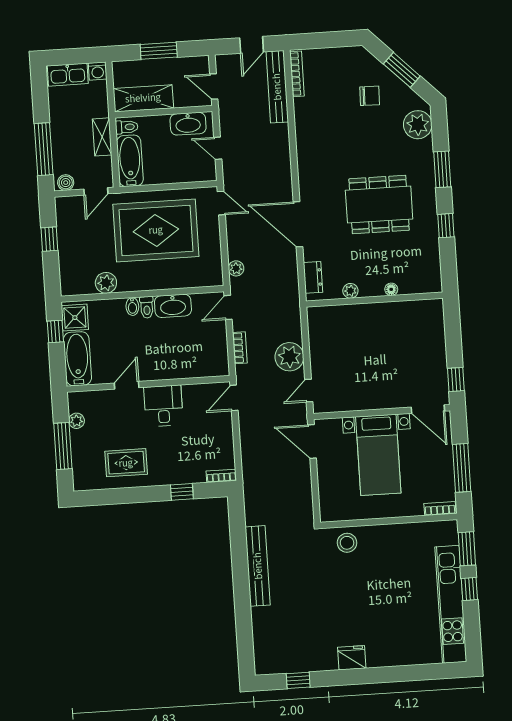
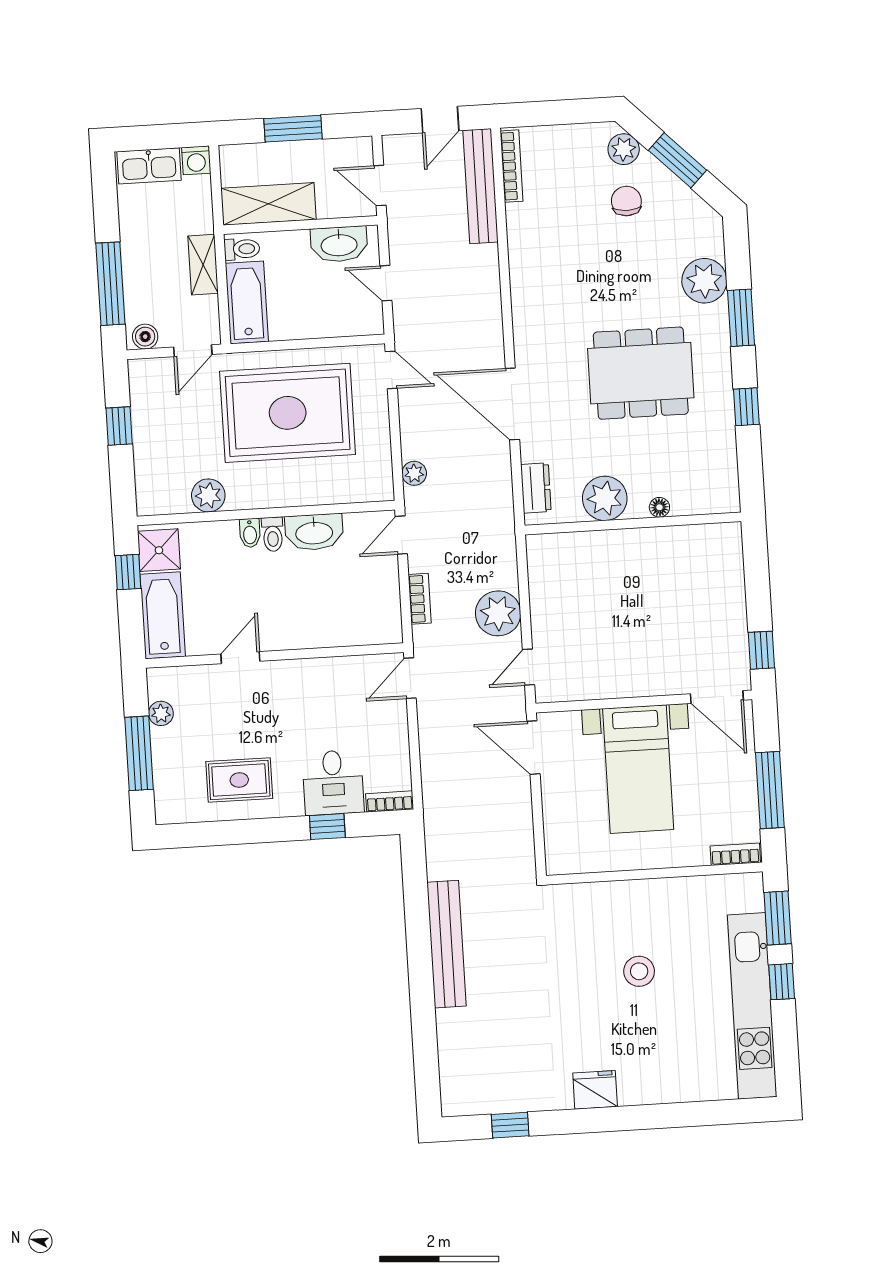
plant: (368, 63) -> (624, 149), added
chair: (370, 96) -> (626, 201), turned -91
plant: (418, 125) -> (704, 281), moved
plant: (350, 291) -> (605, 498), width x1.88, depth x1.88
desk: (163, 406) -> (333, 783), moved, turned 180
stool: (347, 543) -> (639, 971), moved

